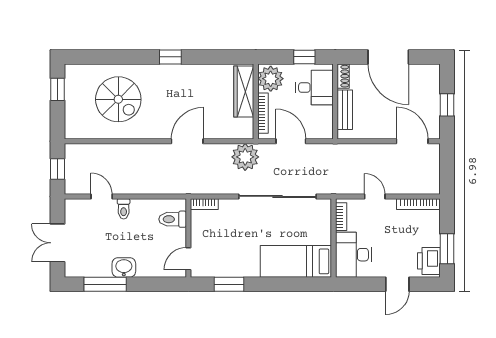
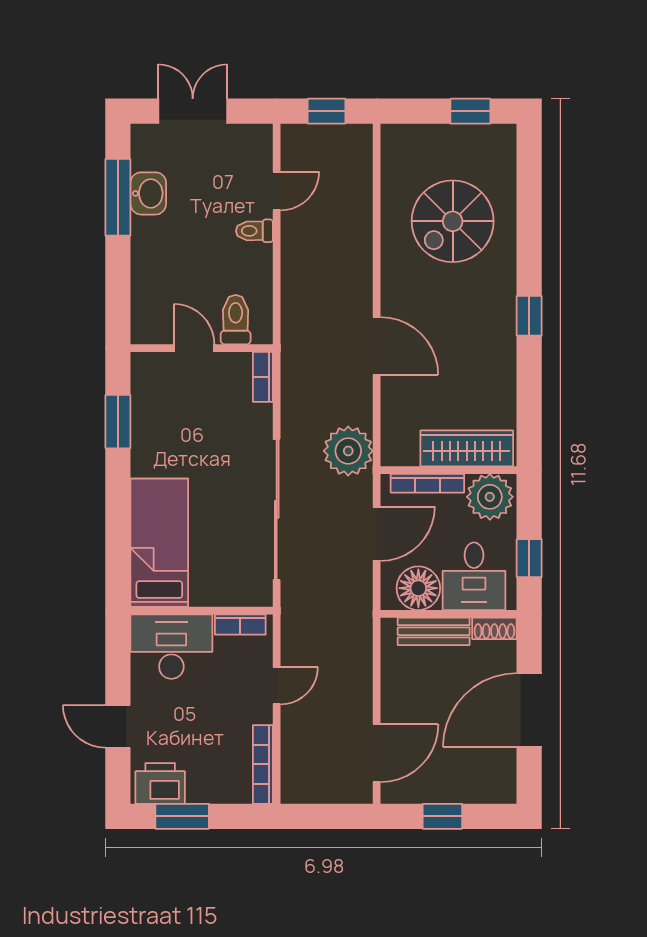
floor lamp: (321, 118) -> (418, 588), added
door: (188, 259) -> (194, 348), moved
washbasin: (124, 267) -> (148, 193), moved

